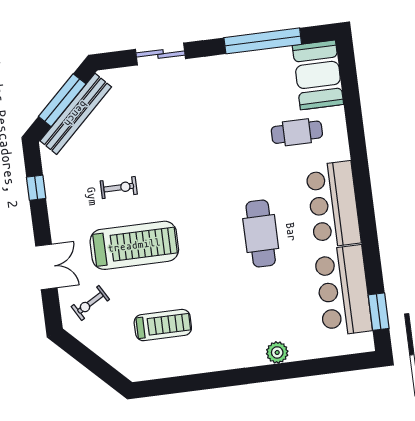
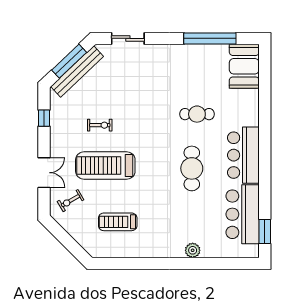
sliding door: (161, 54) -> (128, 38), moved
cafe table: (297, 132) -> (197, 114), moved
treadmill: (134, 245) -> (105, 166), turned 180
treadmill: (163, 325) -> (118, 222), turned 180

